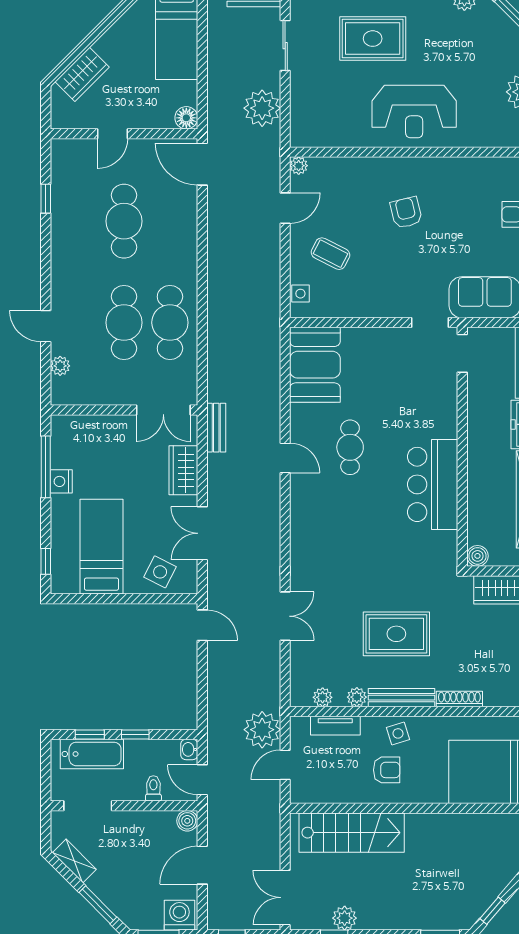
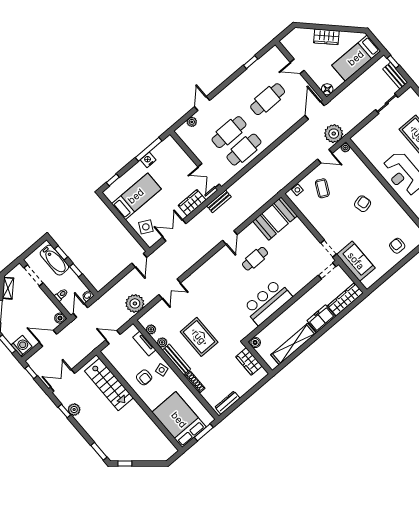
wardrobe: (82, 74) -> (326, 37), moved
plant: (262, 108) -> (334, 134), moved
plant: (262, 730) -> (135, 303), moved

